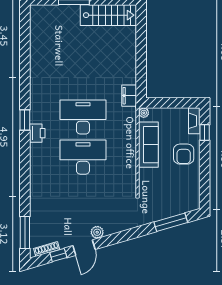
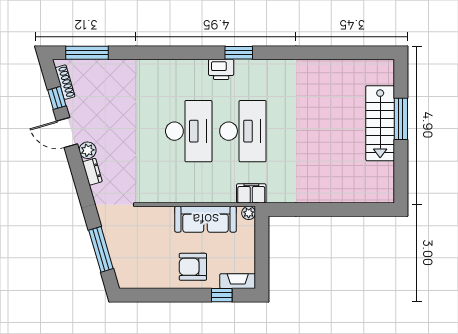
stairs: (108, 15) -> (380, 123), moved
filing cabinet: (129, 96) -> (251, 193), moved
dresser: (113, 229) -> (92, 172), added

